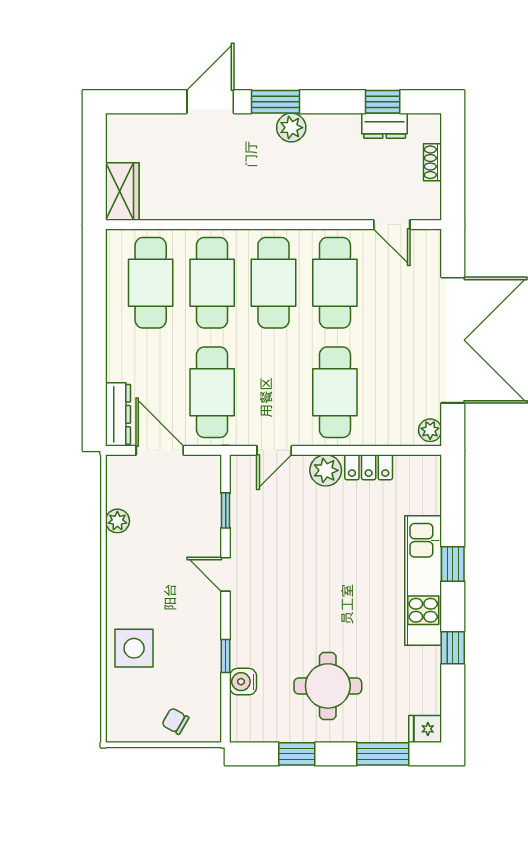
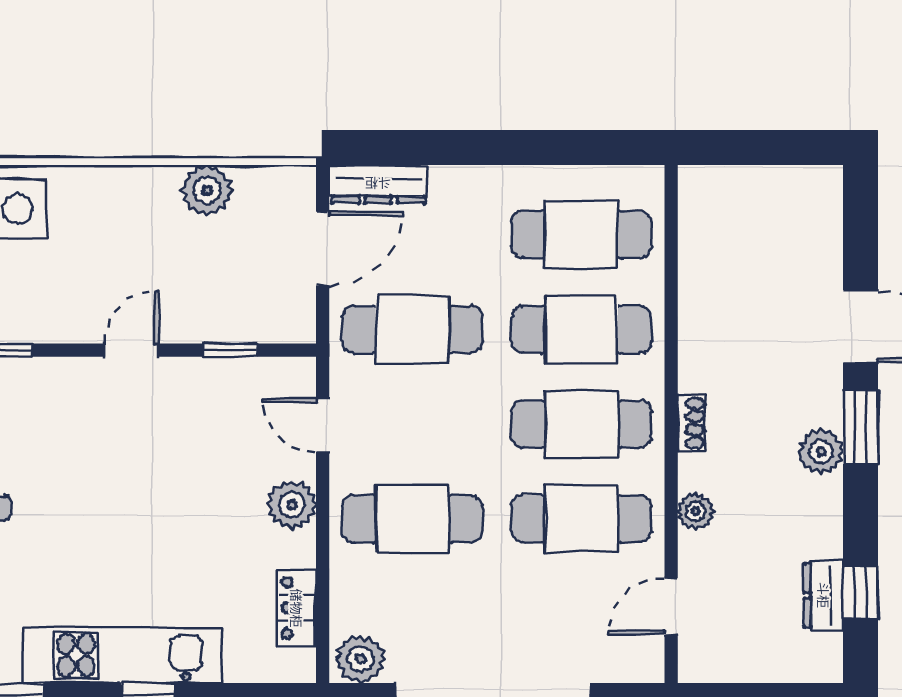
shoe rack: (432, 162) -> (691, 423), moved, turned 90
wardrobe: (122, 192) -> (722, 191), removed
plant: (330, 209) -> (696, 511), added
plant: (430, 430) -> (361, 659), width x1.38, depth x1.38
locker: (369, 467) -> (297, 608), moved
plant: (117, 521) -> (207, 190), width x1.38, depth x1.38

